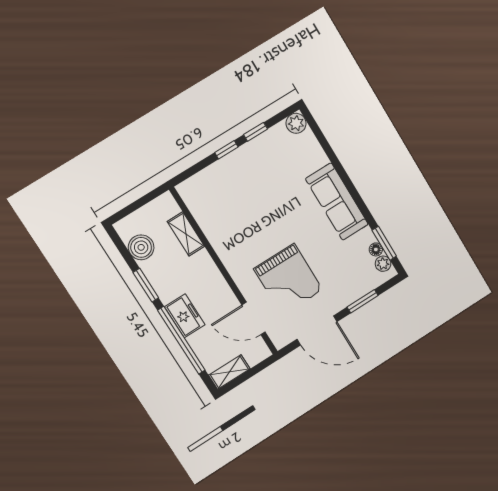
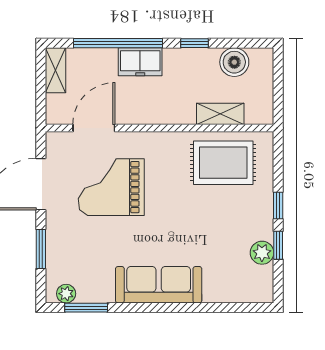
plant: (296, 123) -> (262, 253), moved
rug: (220, 209) -> (223, 163), added
floor lamp: (376, 249) -> (85, 295), removed
window: (146, 285) -> (194, 43), width x0.67

